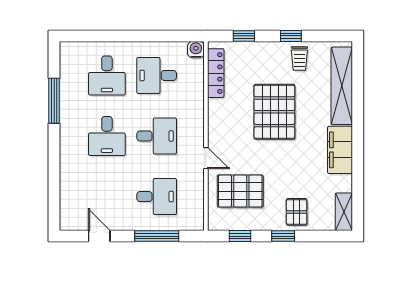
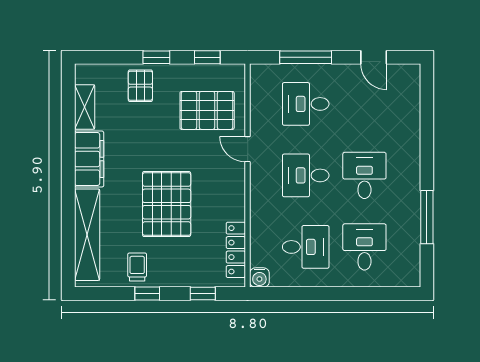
shelving: (344, 212) -> (85, 107), moved

